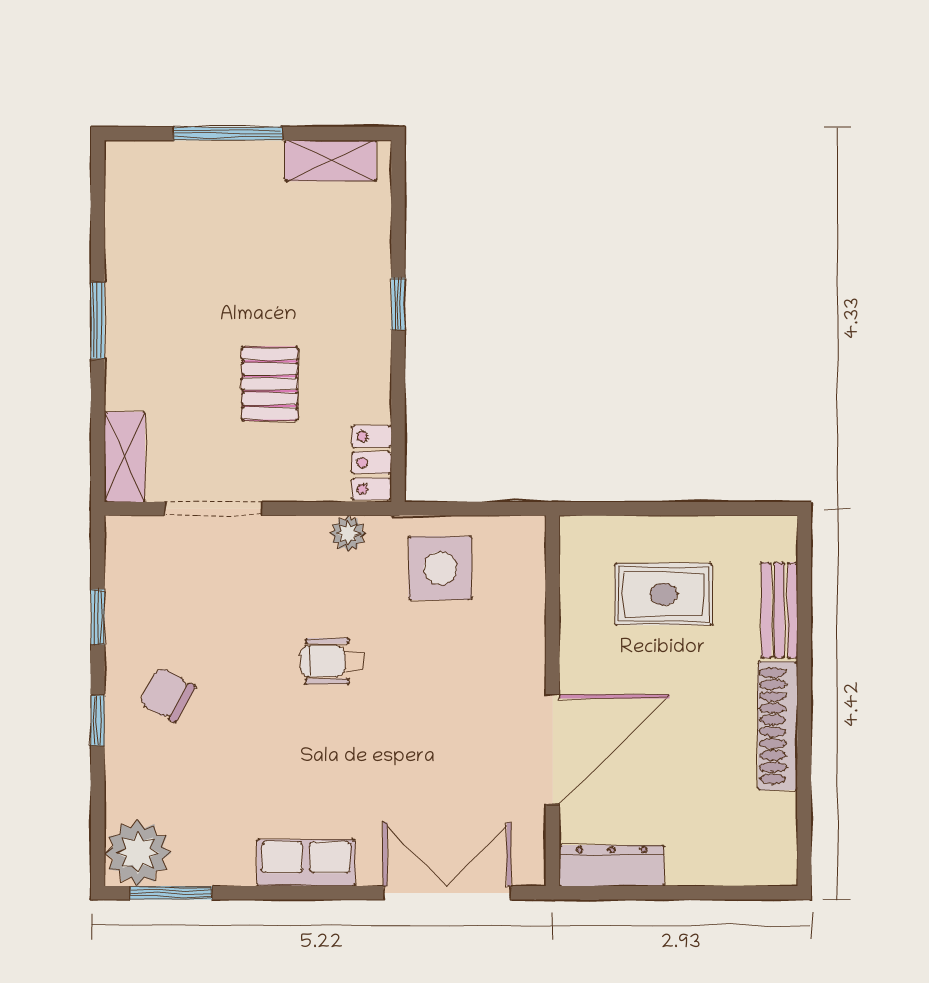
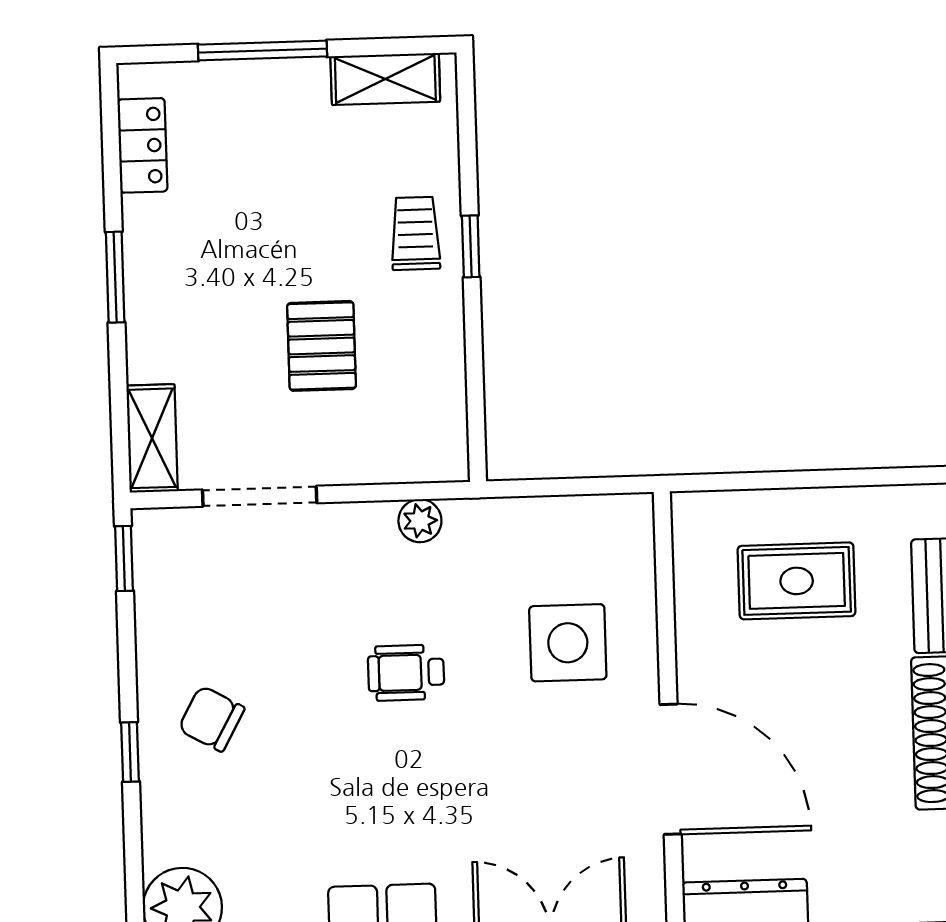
trolley: (352, 291) -> (415, 233), added
locker: (371, 463) -> (142, 145), moved, turned 180
side table: (440, 568) -> (568, 643), moved
window: (98, 617) -> (124, 558), moved
door: (553, 749) -> (671, 769), hinge flipped

